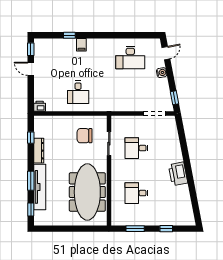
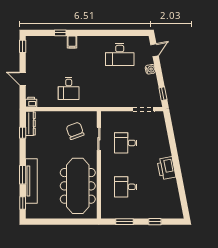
door: (31, 69) -> (23, 79), moved
chair: (85, 136) -> (75, 131), turned 70
dresser: (39, 151) -> (30, 123), moved

